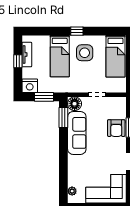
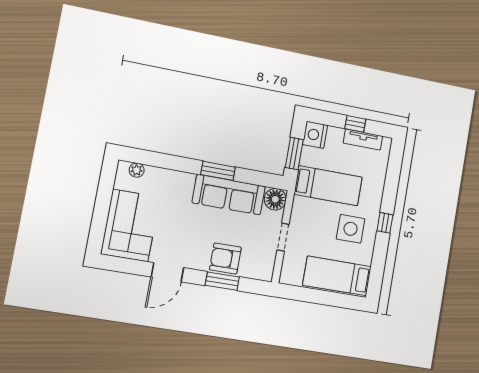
bed: (60, 56) -> (328, 186), moved, turned 180
window: (63, 118) -> (218, 171), moved

